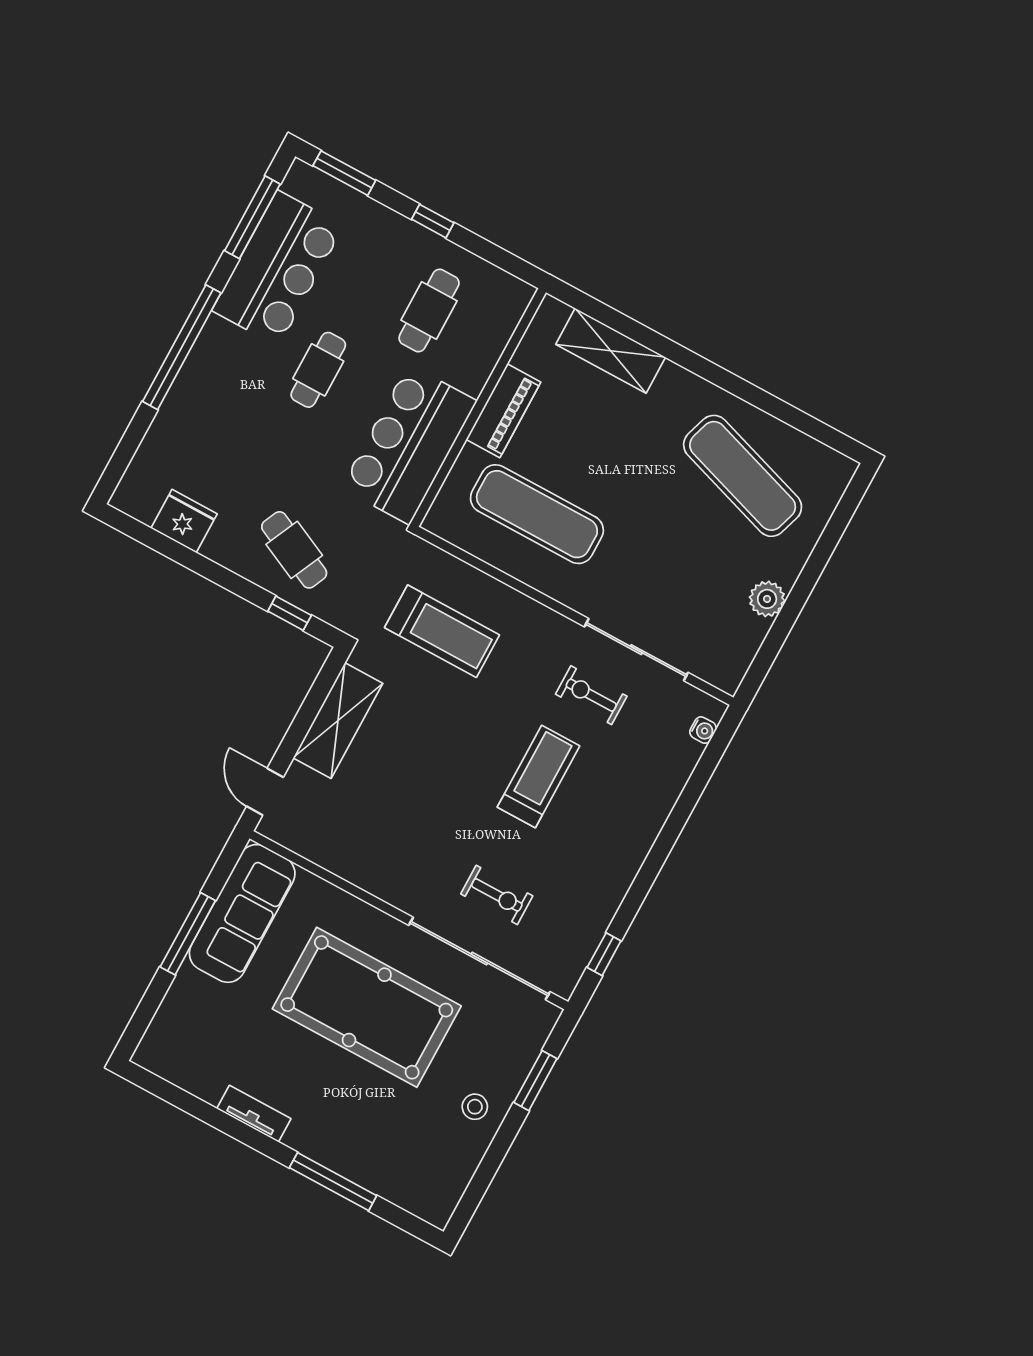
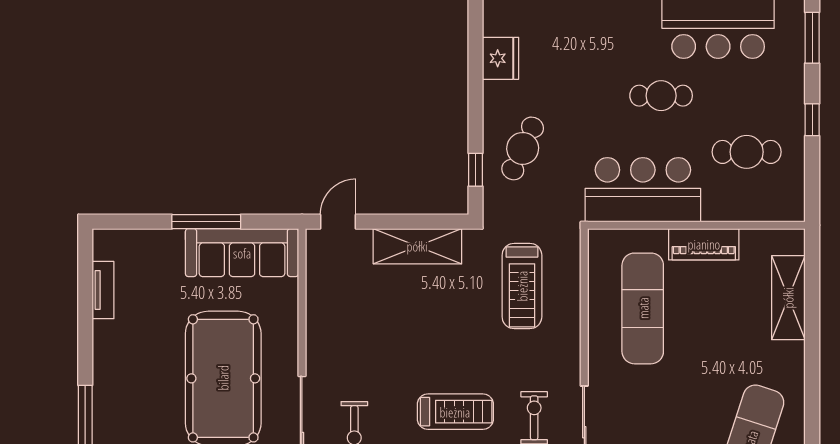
tv unit: (254, 1114) -> (103, 290), moved

